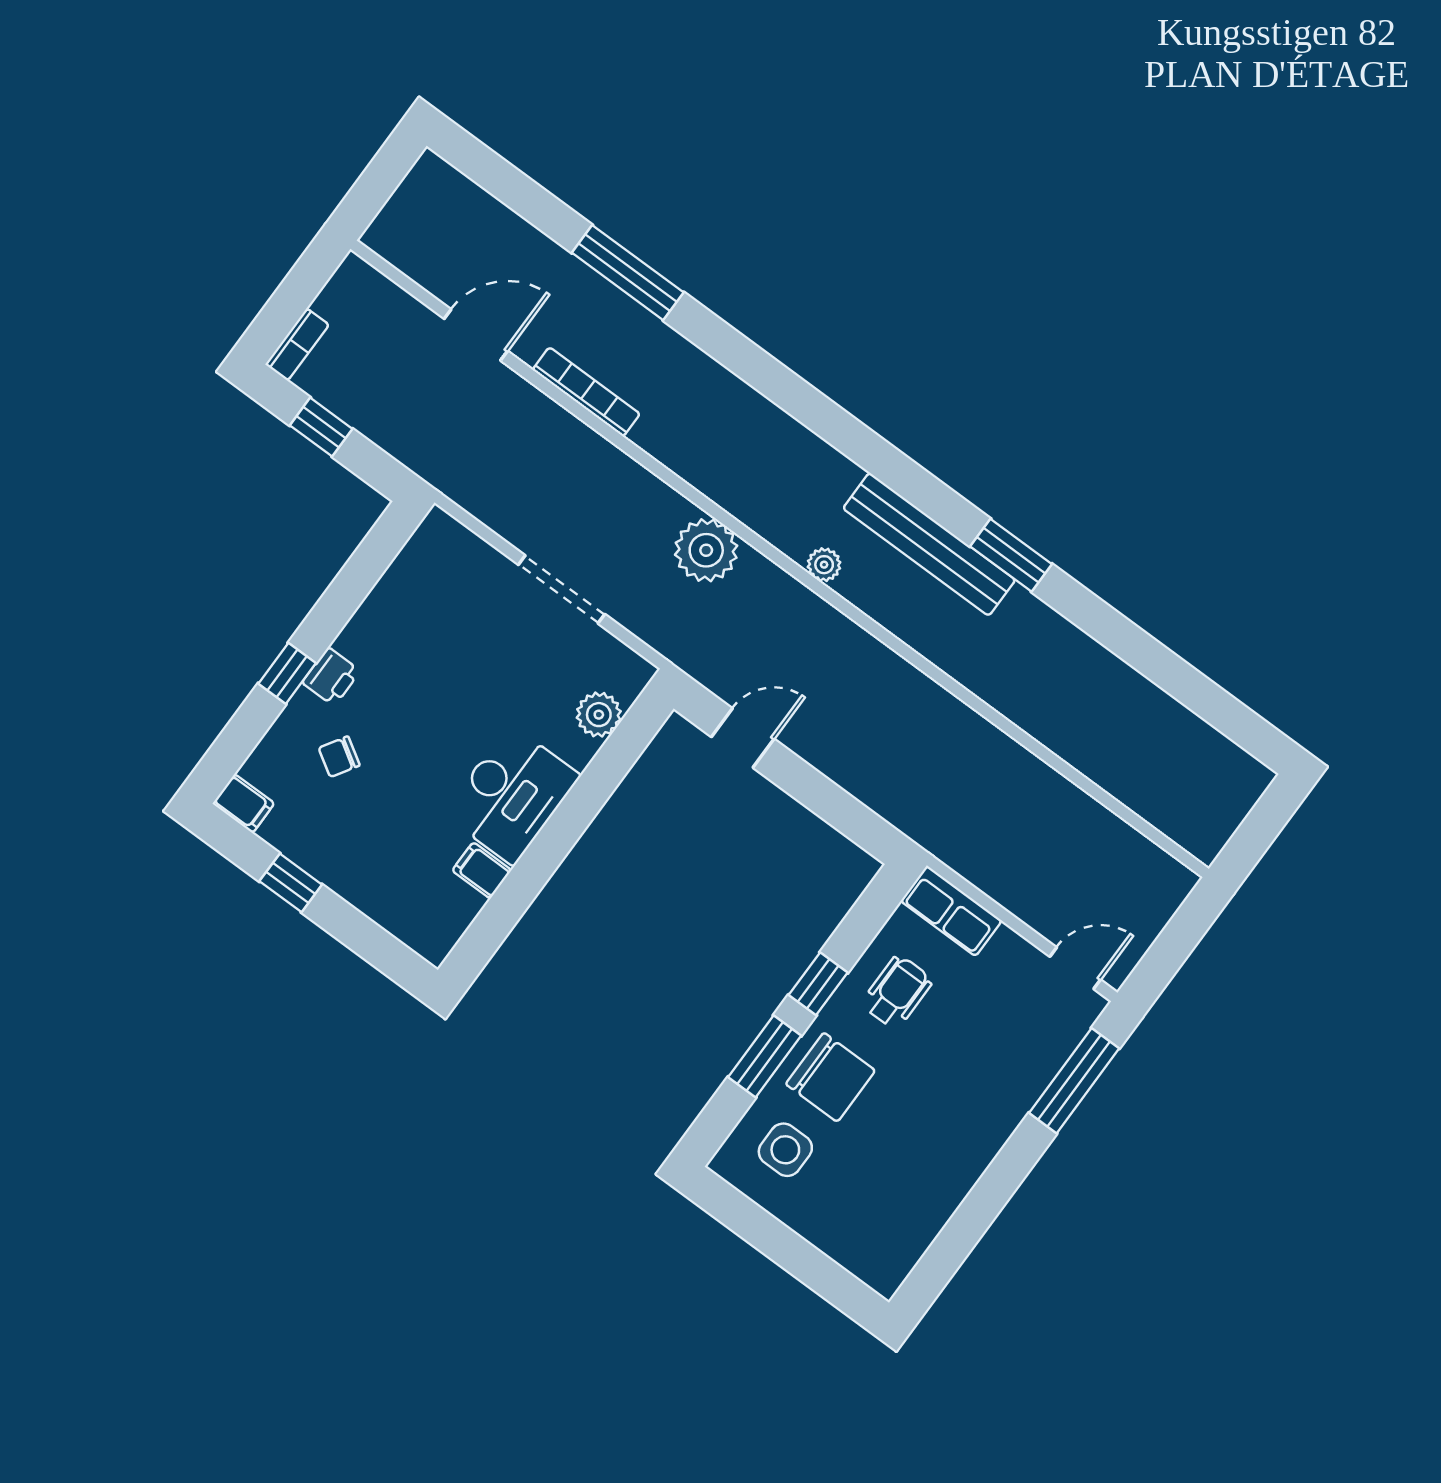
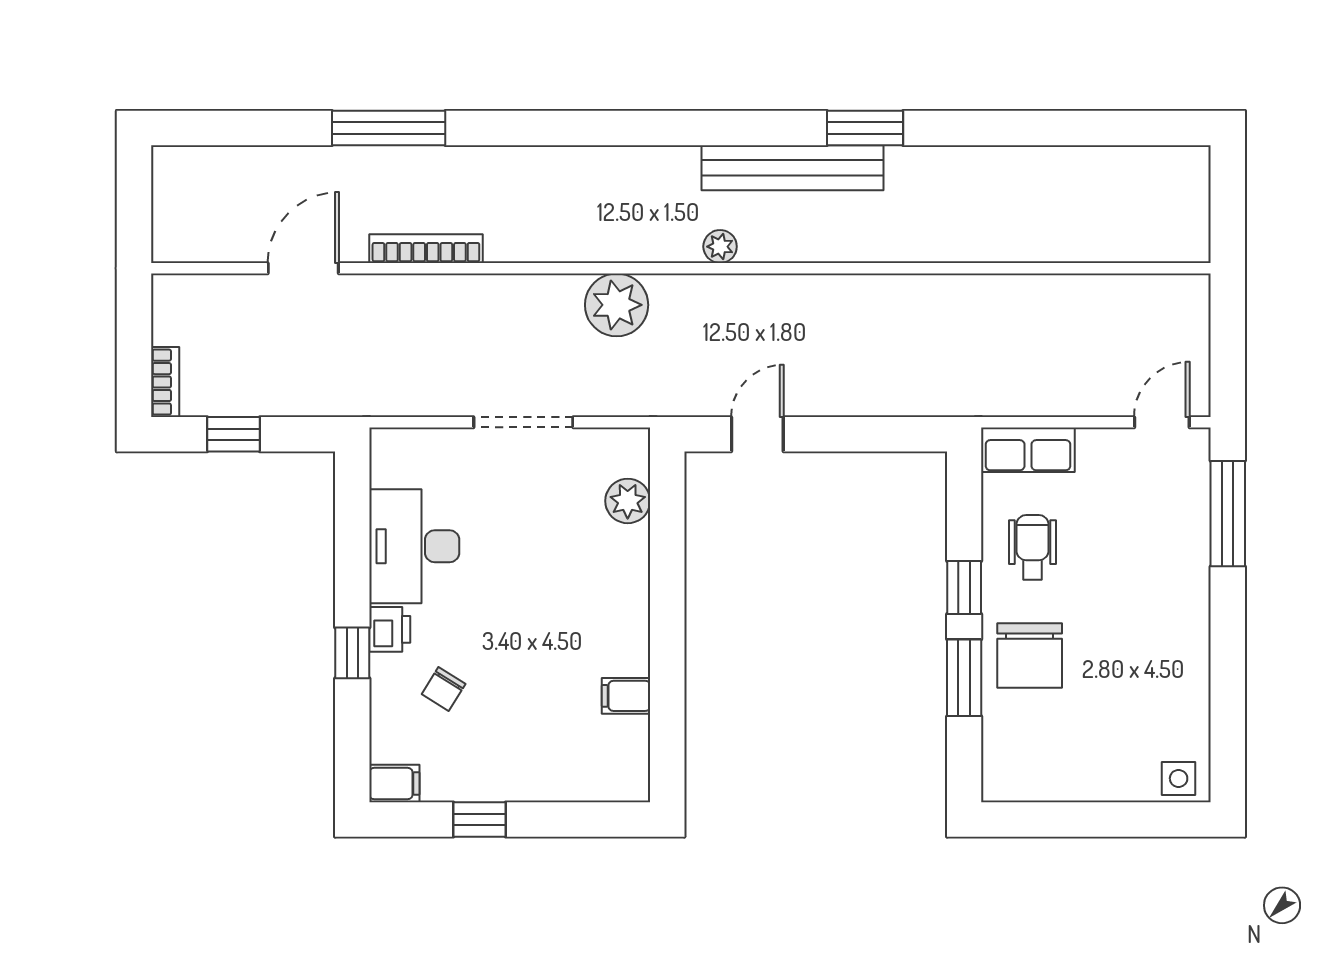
desk: (512, 795) -> (414, 546), moved, turned 180
chair: (831, 1077) -> (1030, 655), turned 90
side table: (785, 1150) -> (1179, 778), moved, width x0.73, depth x0.73

